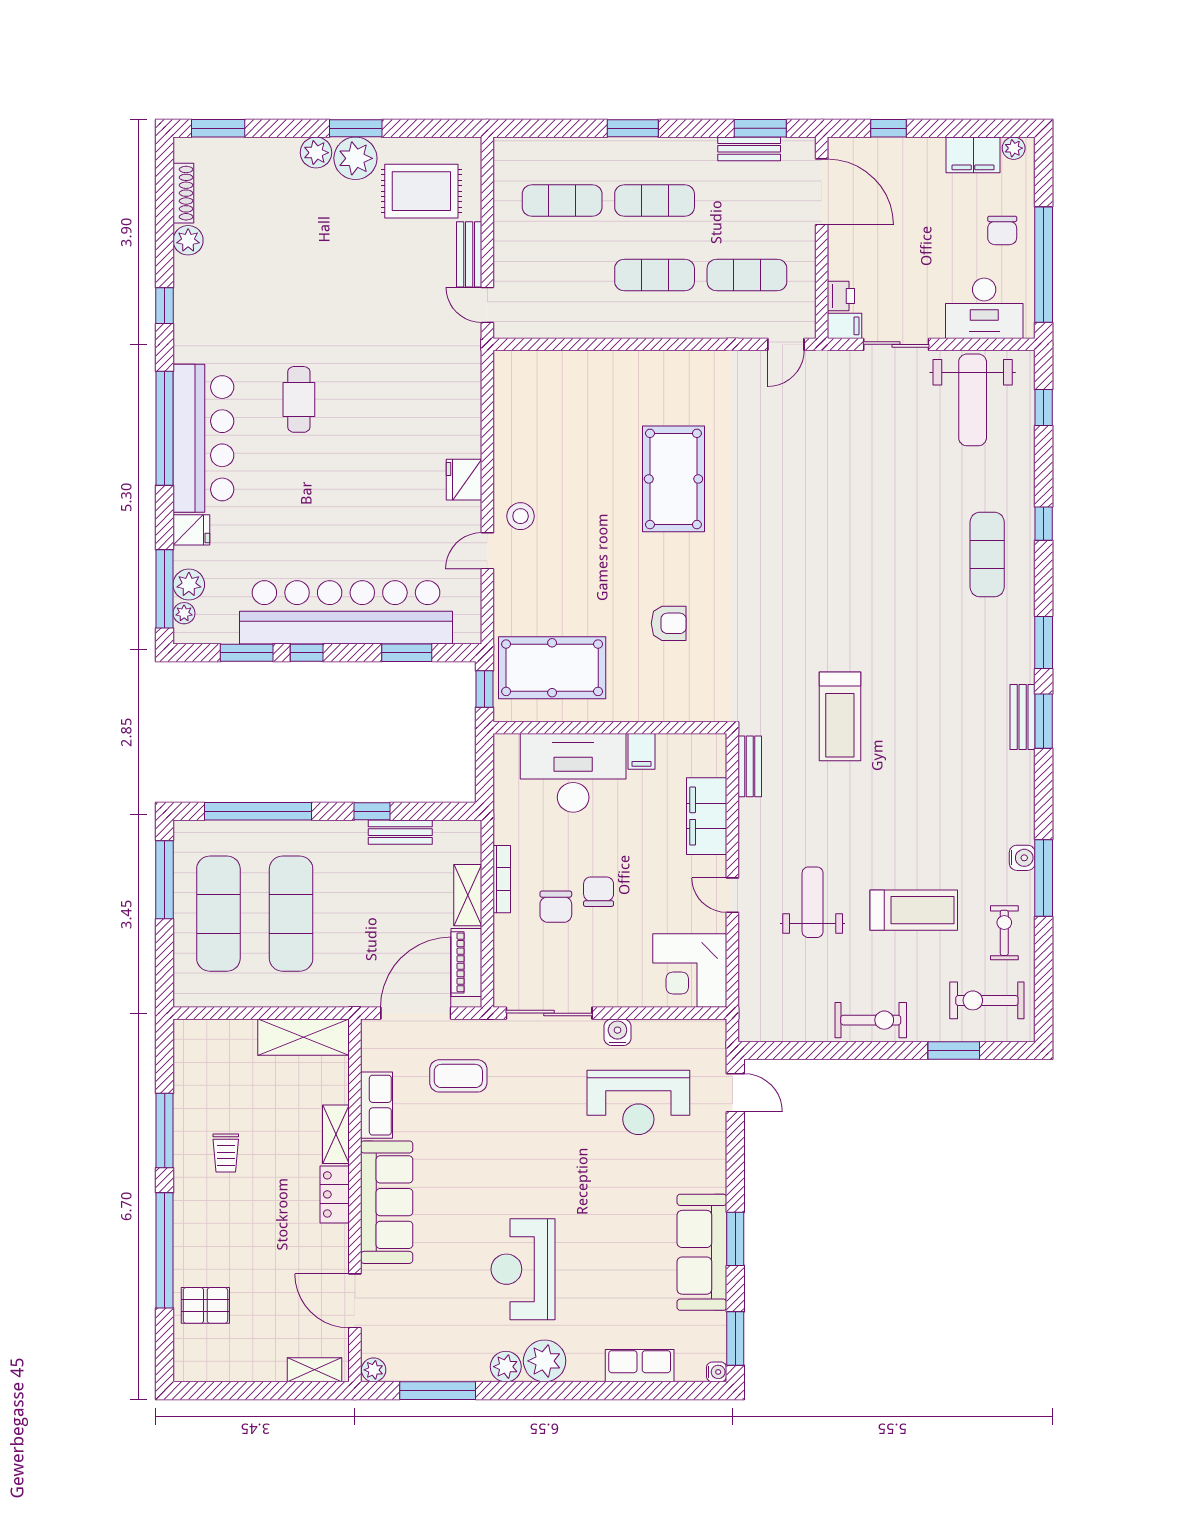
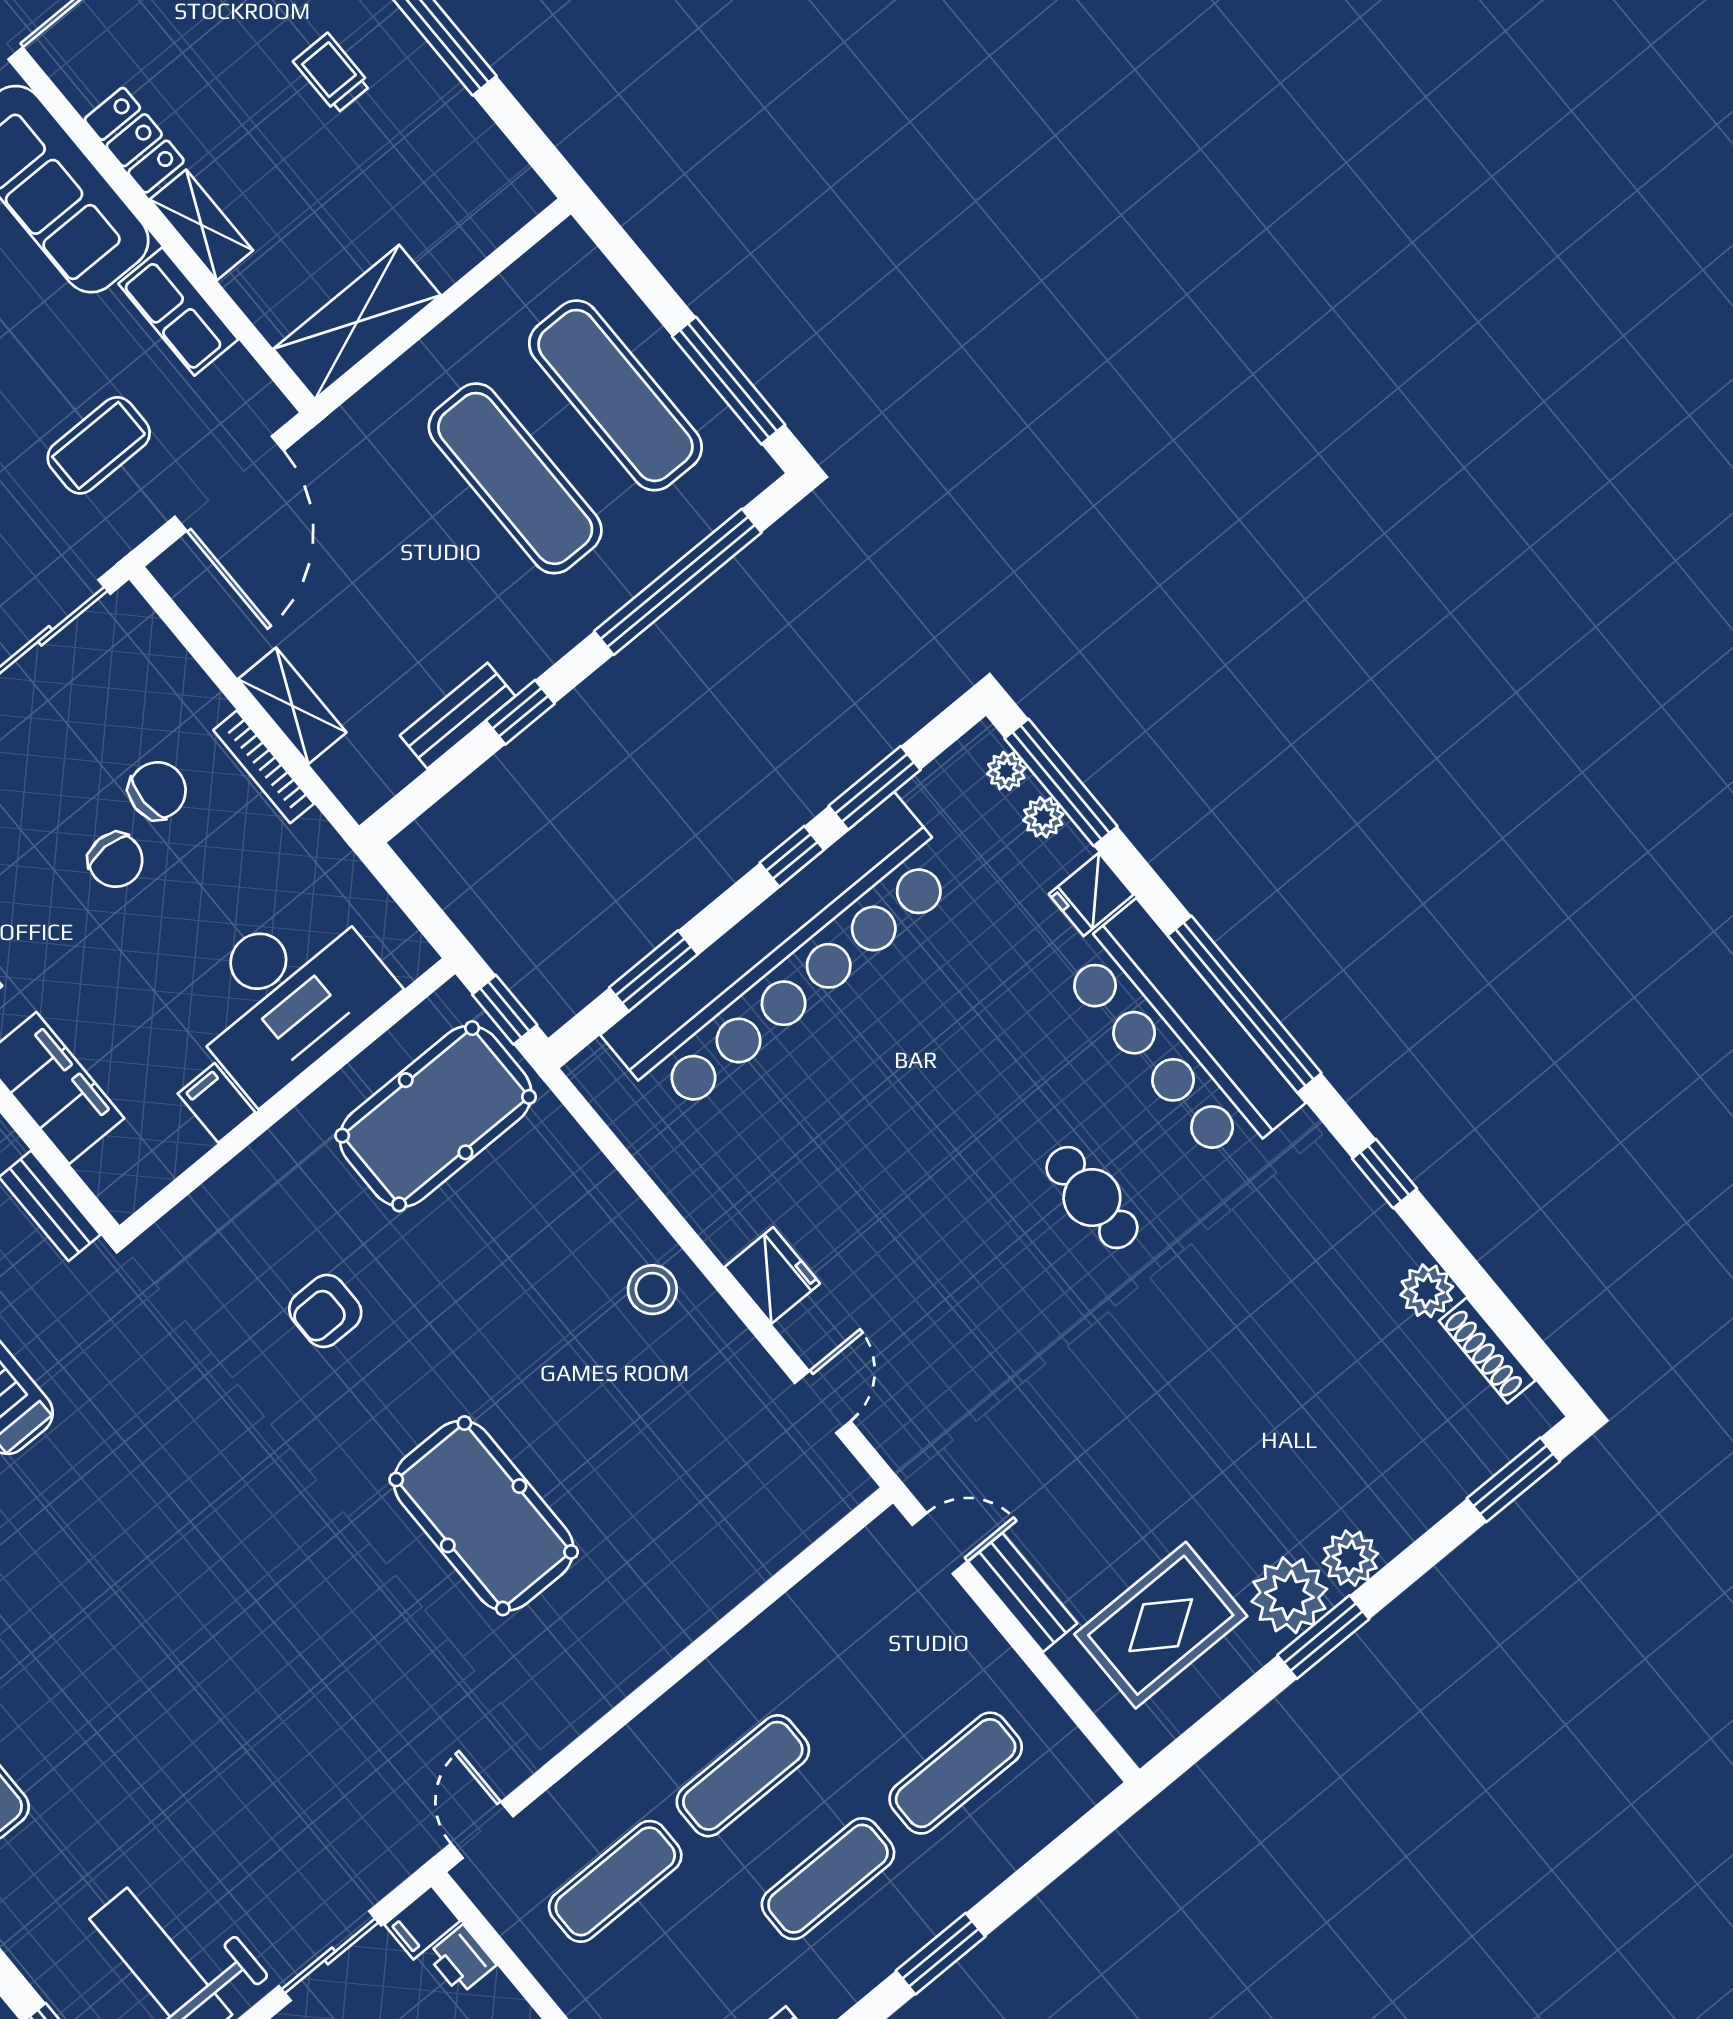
door: (487, 551) -> (823, 1402), moved
plant: (189, 584) -> (1043, 817), width x0.73, depth x0.73
chair: (556, 907) -> (157, 790), turned 90
piano: (466, 962) -> (217, 611), removed

